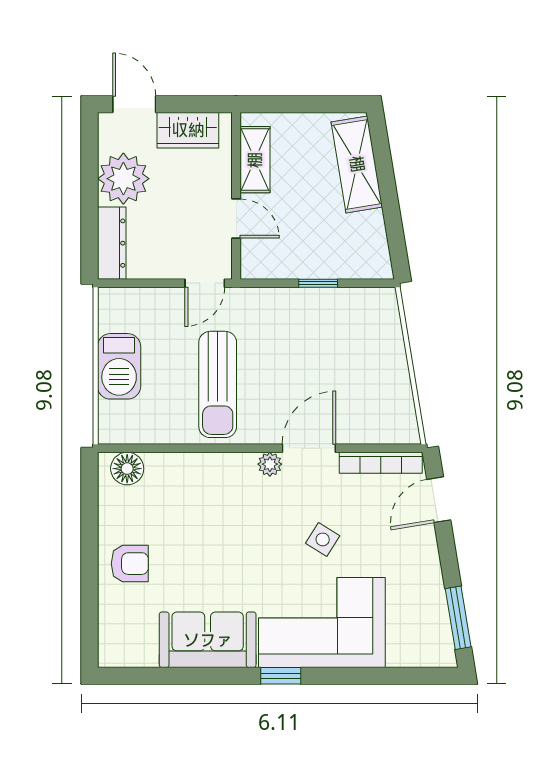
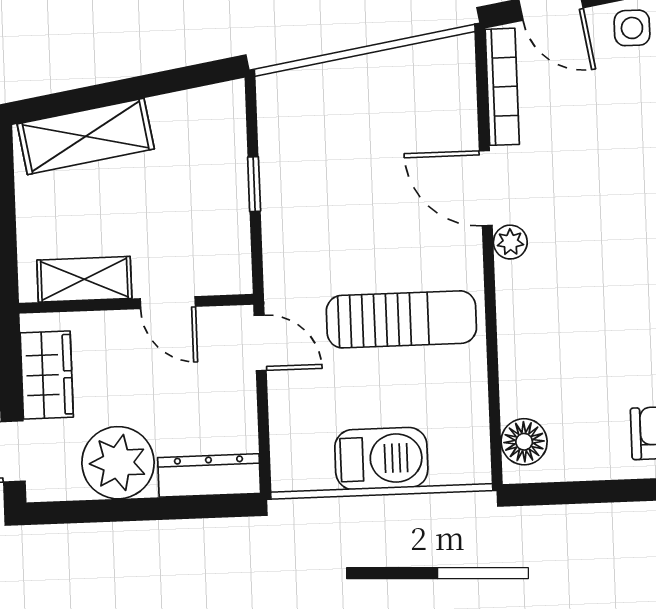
door: (236, 219) -> (168, 303), swing flipped
side table: (323, 539) -> (632, 28), moved, turned -32

